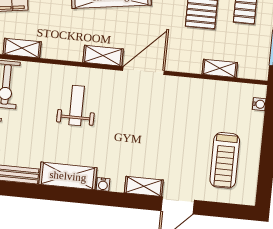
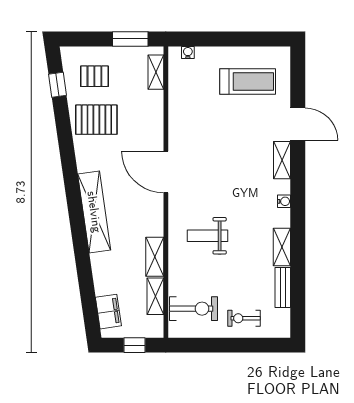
shelving: (103, 56) -> (155, 257), moved
shelving: (220, 68) -> (156, 72), moved
shelving: (68, 176) -> (282, 247), width x0.67, depth x0.75

